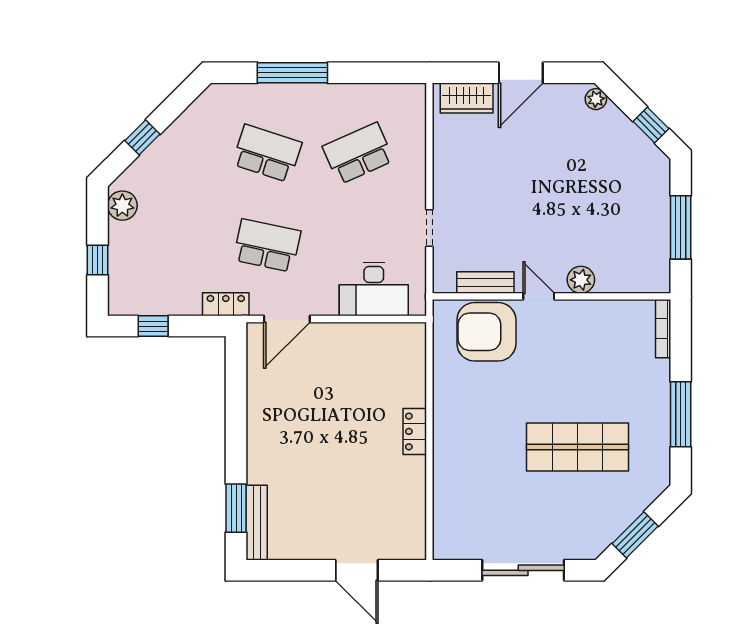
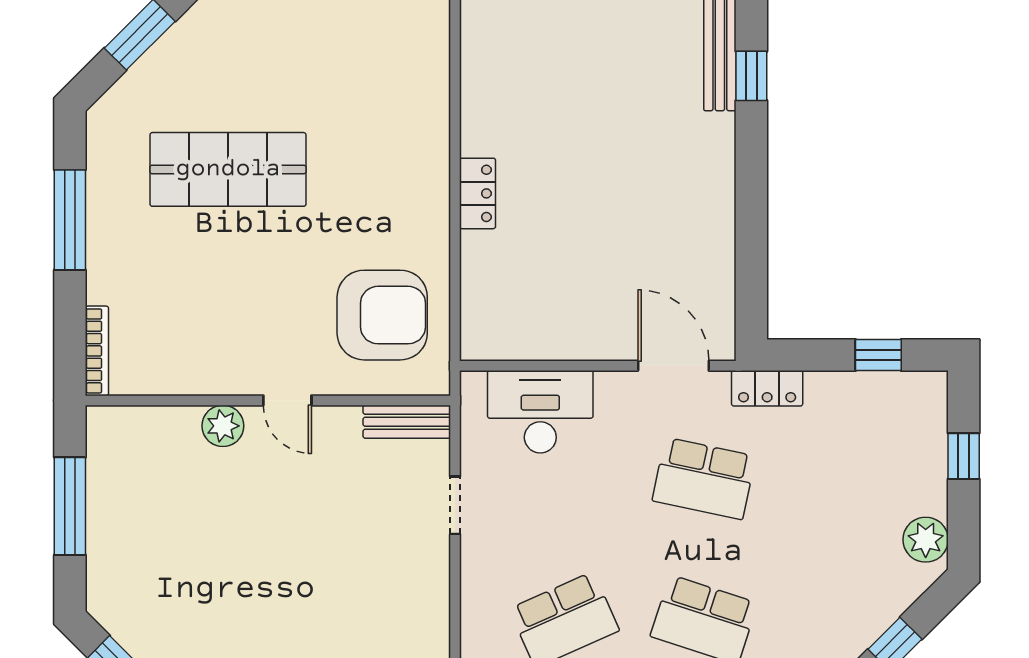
bench: (485, 282) -> (407, 422), moved
door: (287, 319) -> (673, 366), hinge flipped
armchair: (486, 332) -> (382, 315), moved
window: (236, 508) -> (751, 76), width x0.67

